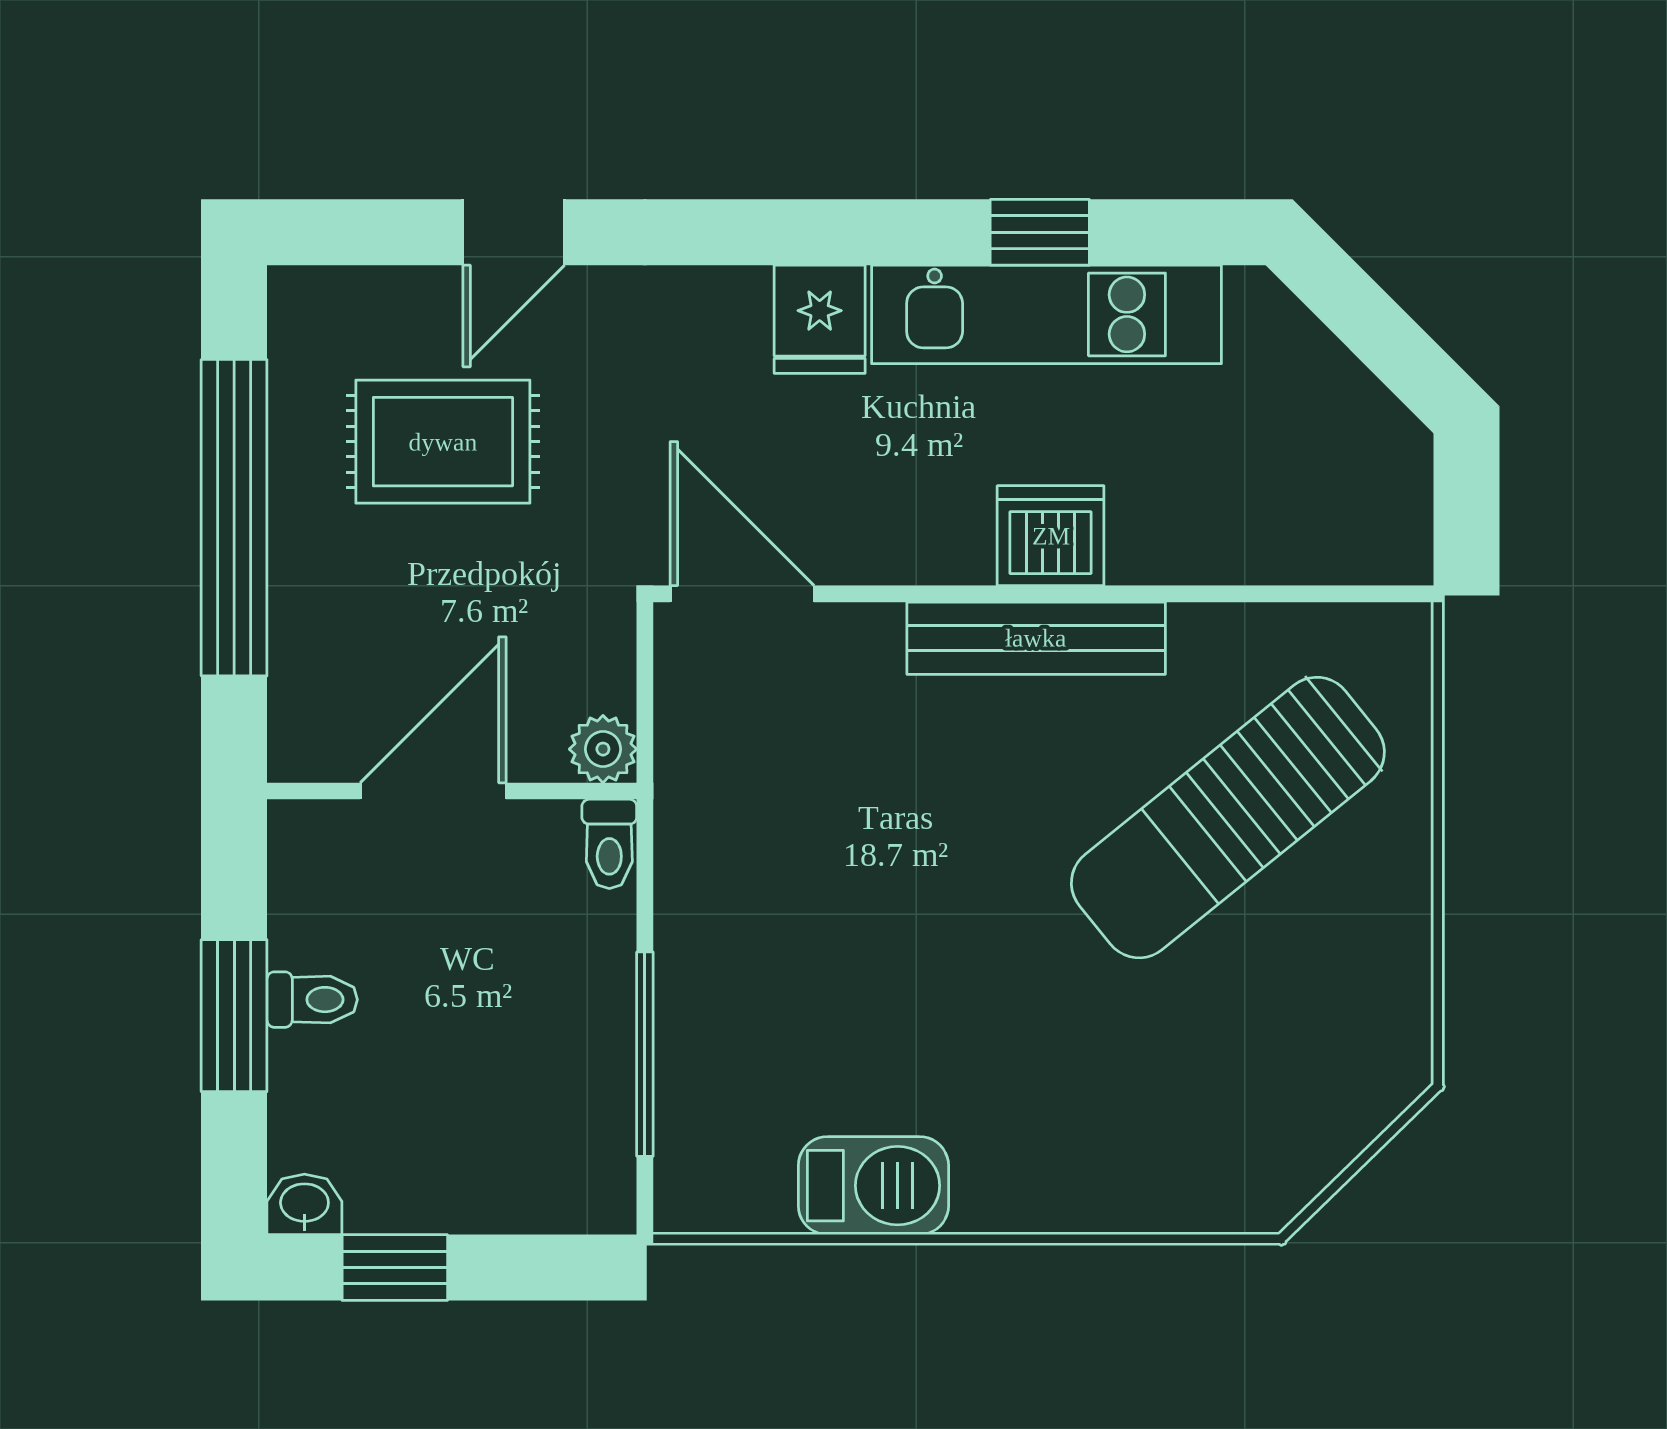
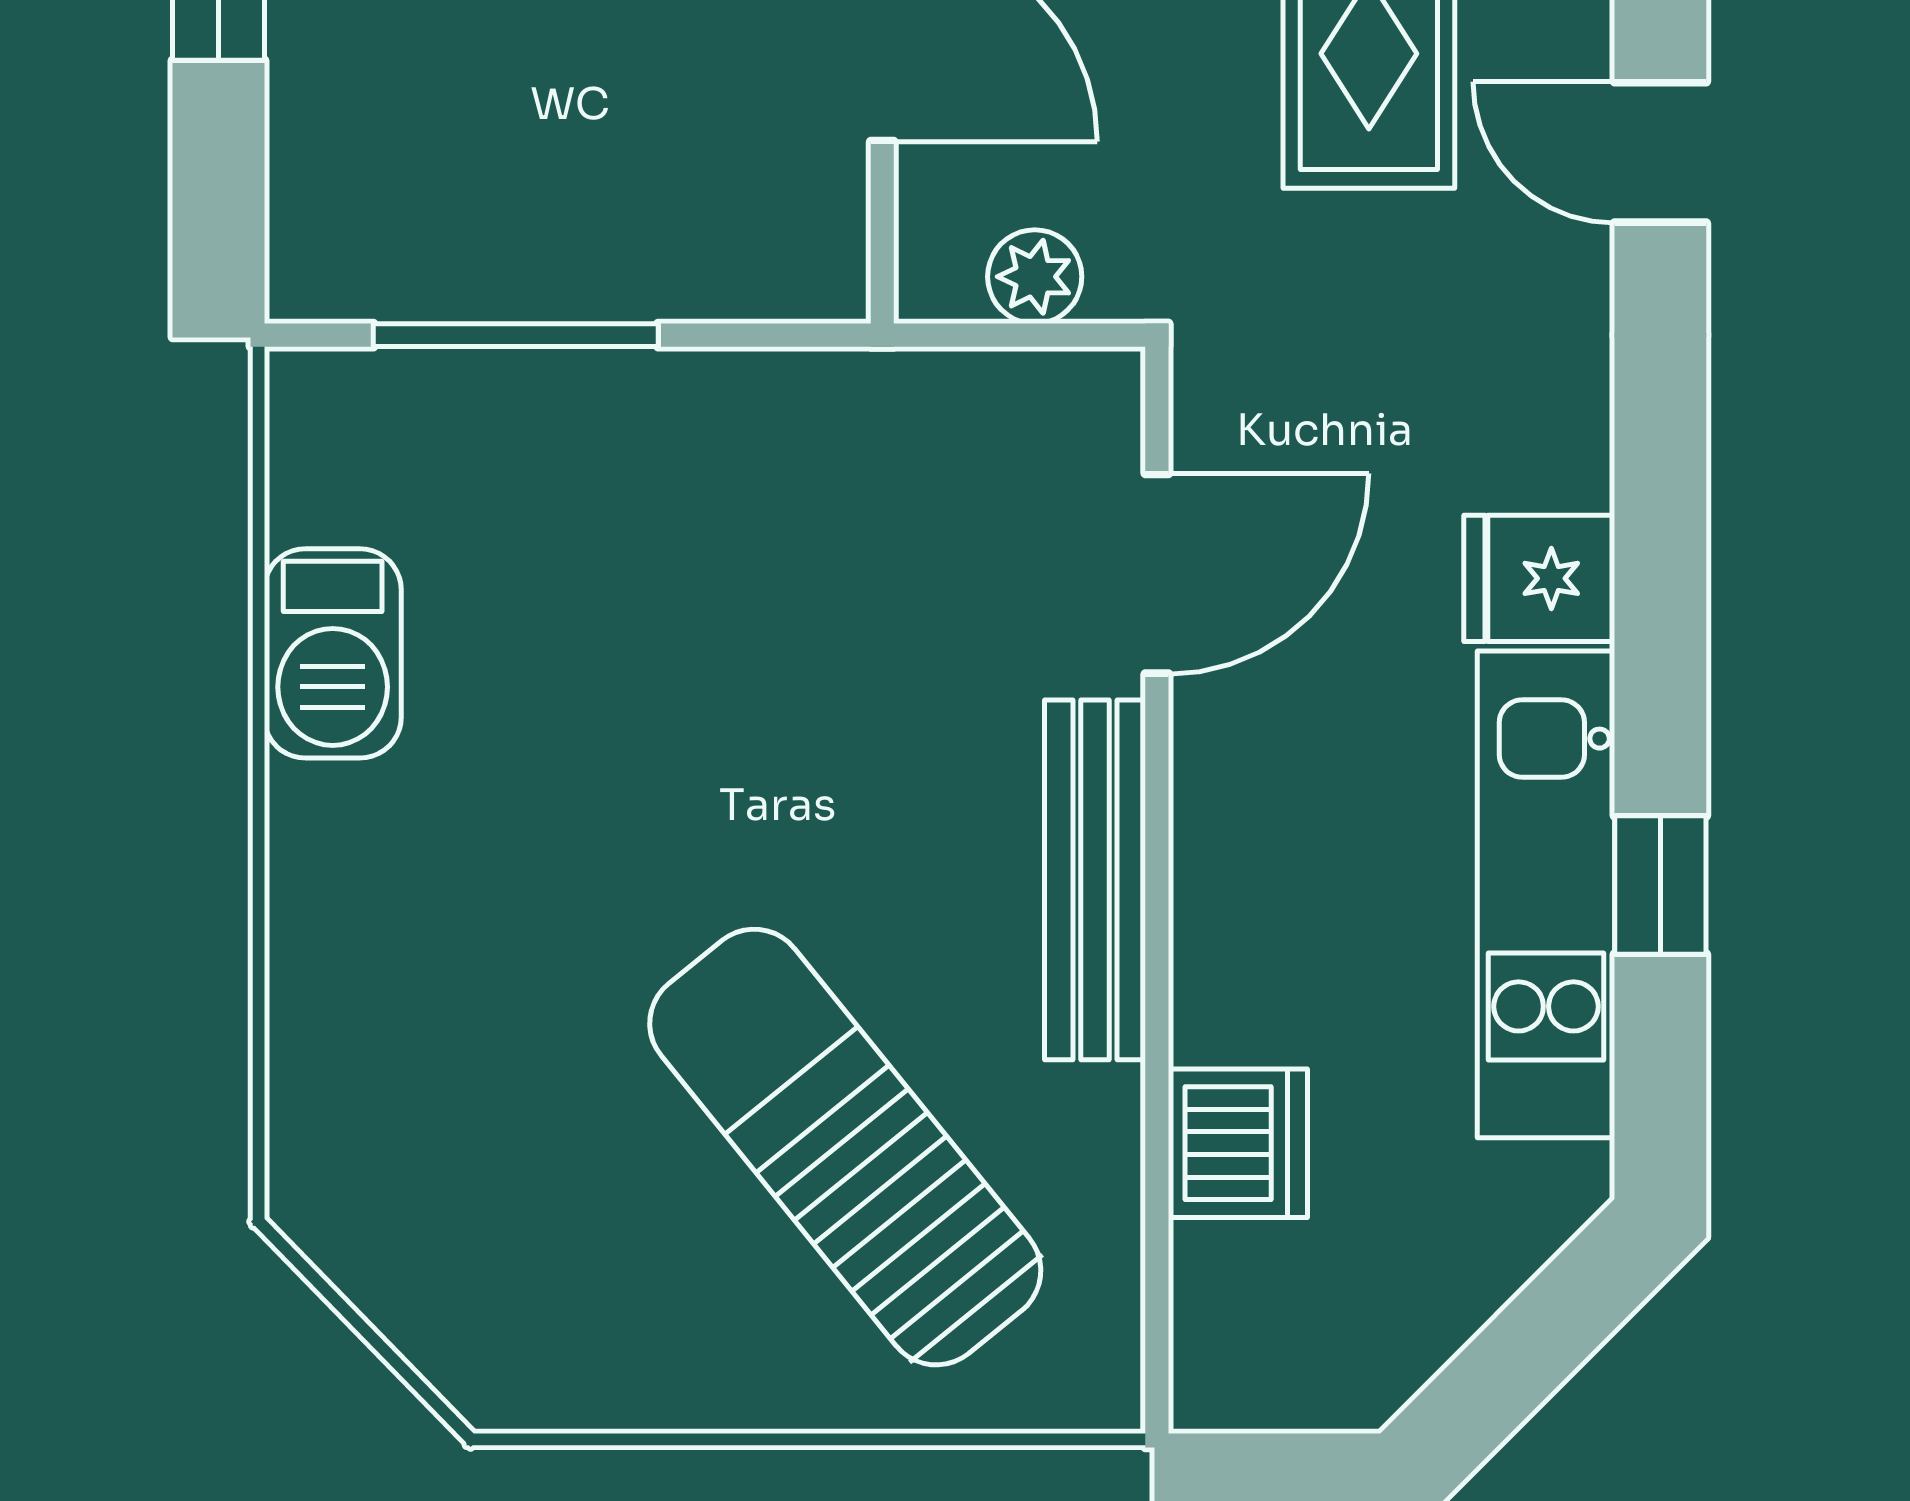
dishwasher: (1051, 536) -> (1238, 1143), moved
door: (742, 594) -> (1157, 574), moved
plant: (603, 749) -> (1035, 277), moved
toilet: (609, 844) -> (809, 286), removed

